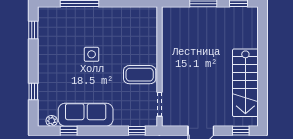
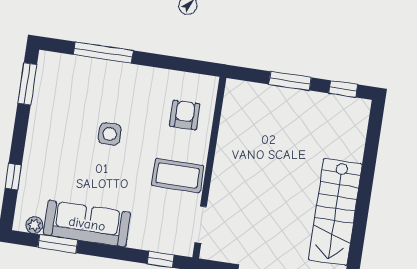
window: (33, 30) -> (27, 84), width x1.50
armchair: (138, 35) -> (185, 115), added
window: (69, 131) -> (58, 244), width x1.50

